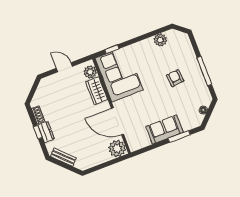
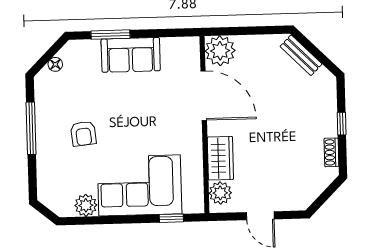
corner sofa: (119, 74) -> (140, 185), moved, turned 90
dresser: (46, 132) -> (328, 119), removed
bench: (63, 157) -> (301, 55), moved

